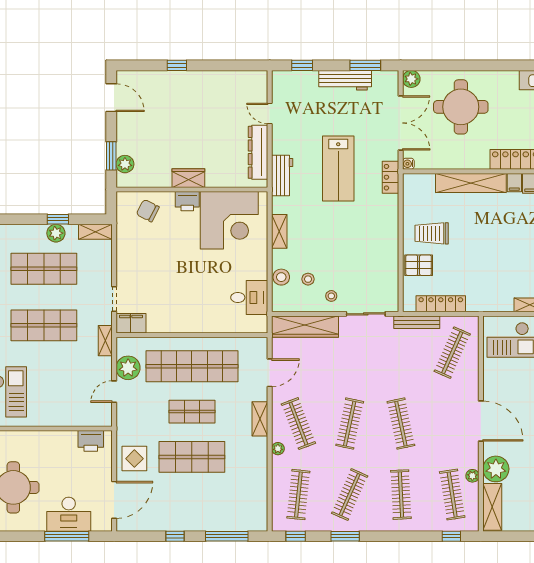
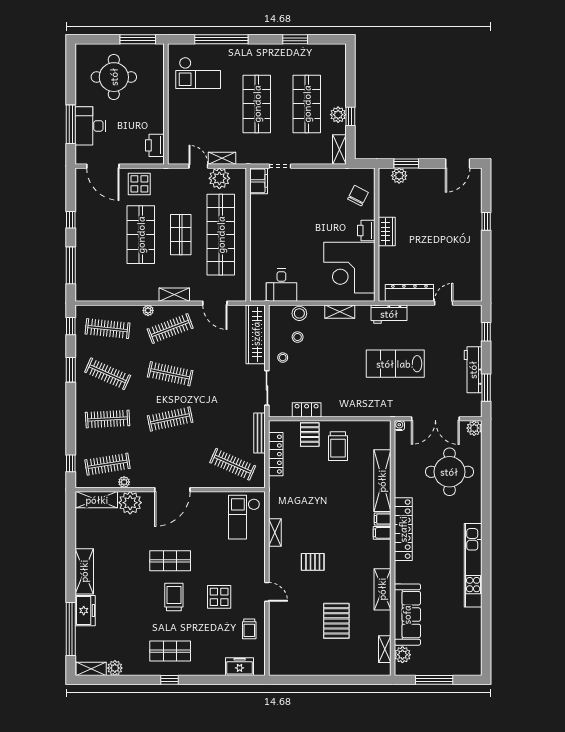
locker: (391, 177) -> (307, 410), moved
trolley: (432, 233) -> (338, 446), turned 180
shelving: (105, 341) -> (222, 158), moved

